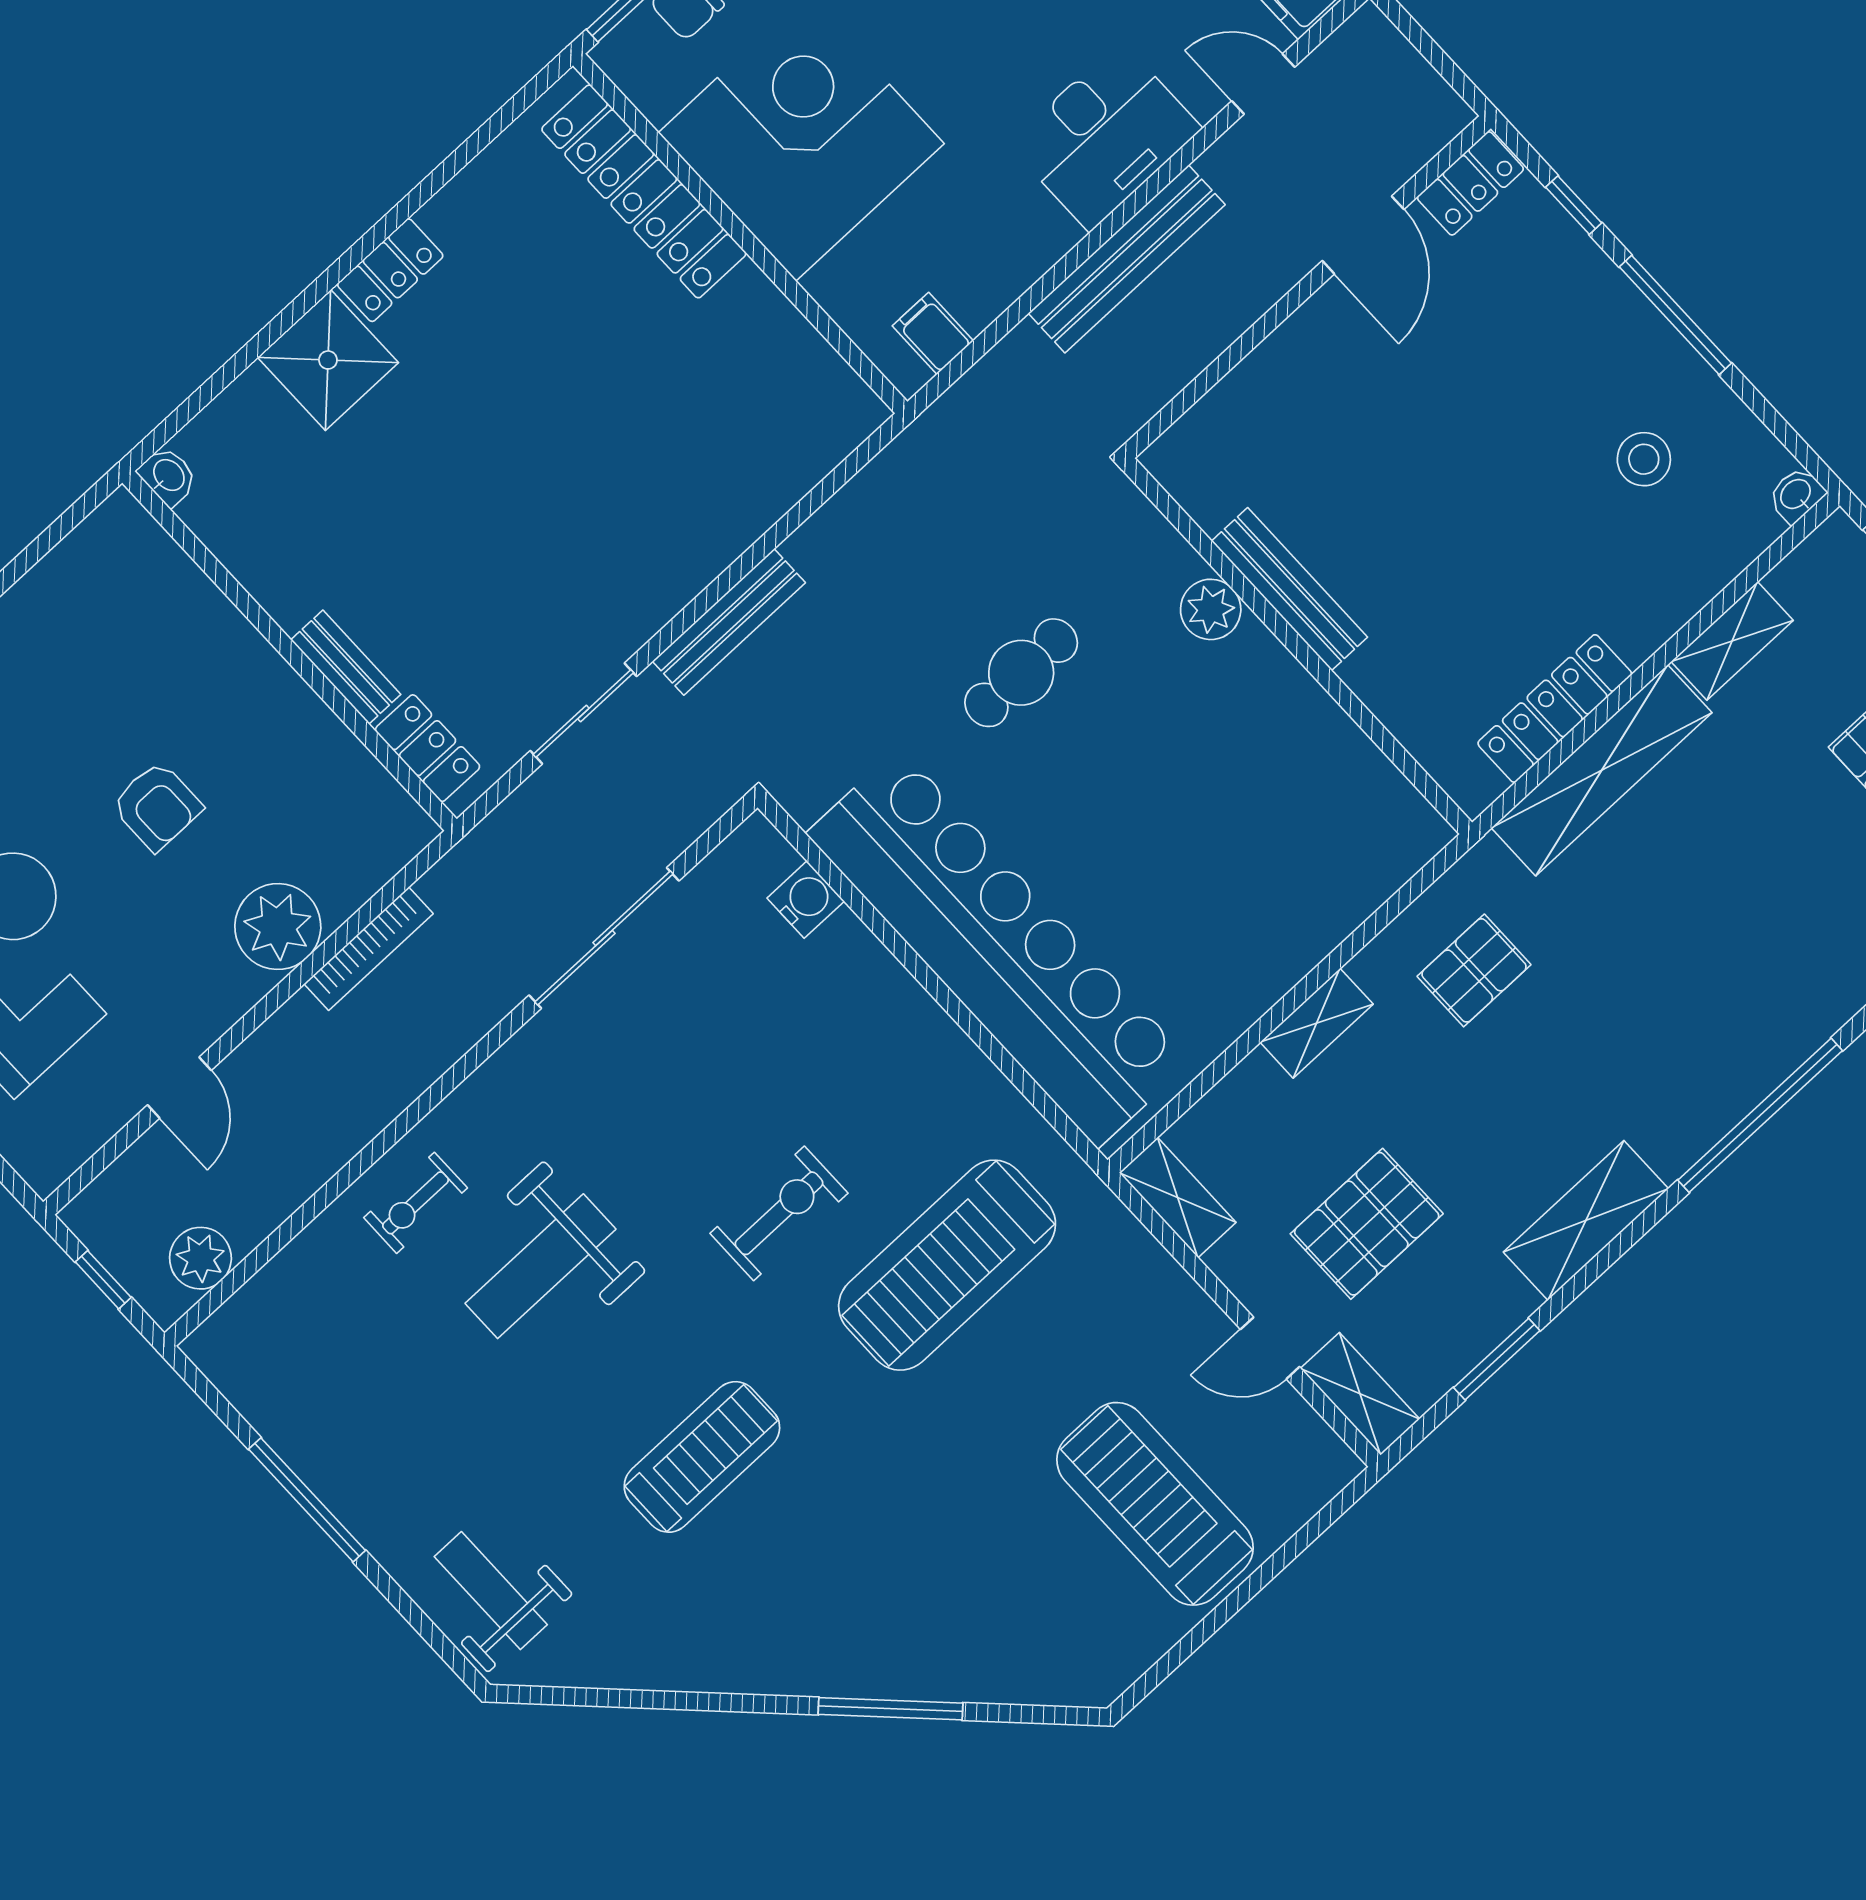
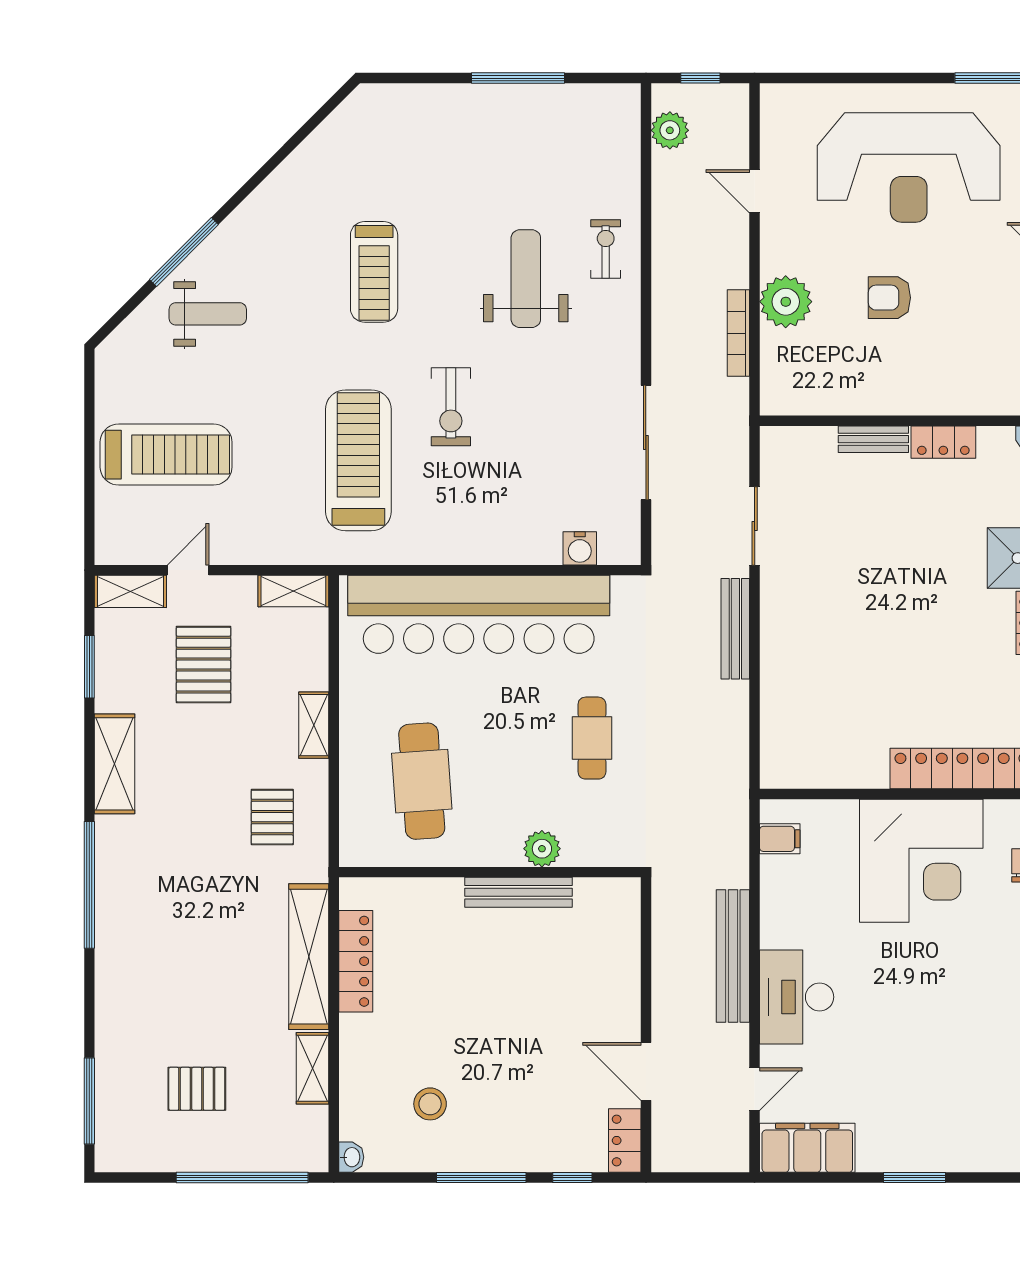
locker: (428, 748) -> (943, 442), moved
cafe table: (1263, 830) -> (422, 781), added
weight bench: (491, 1591) -> (208, 314), moved

